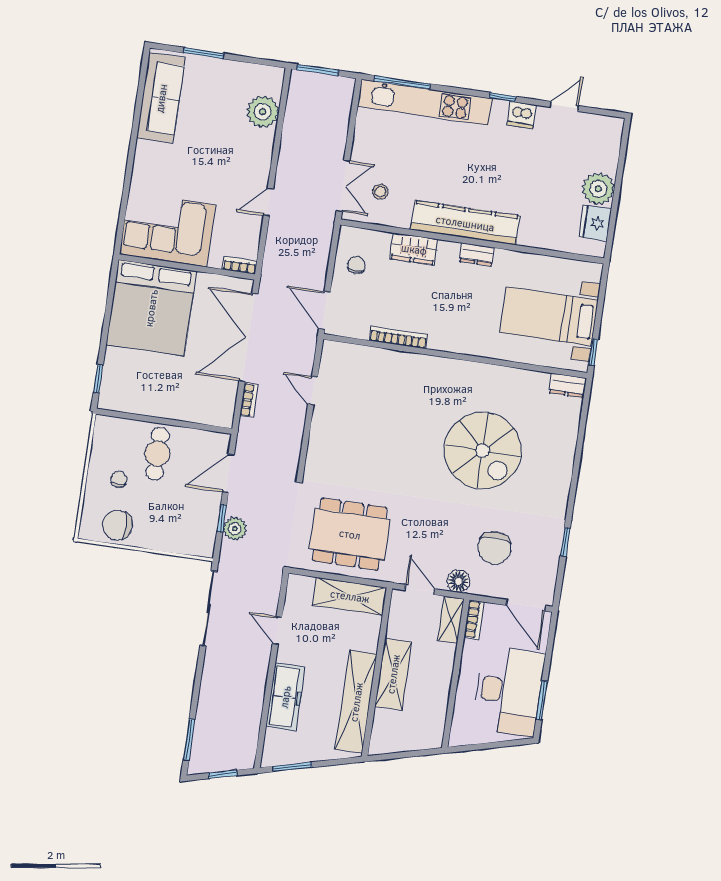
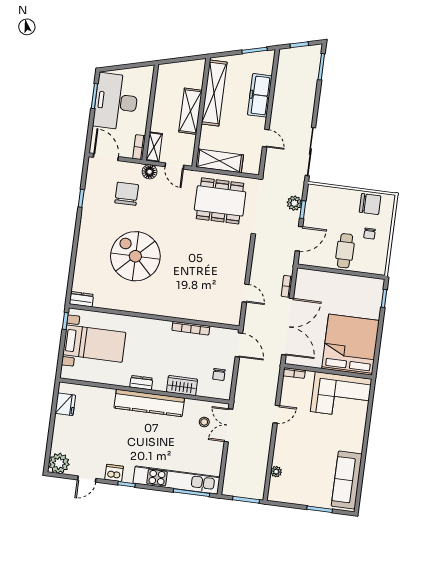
plant: (263, 112) -> (276, 472), width x0.53, depth x0.53
plant: (598, 189) -> (59, 463), moved

